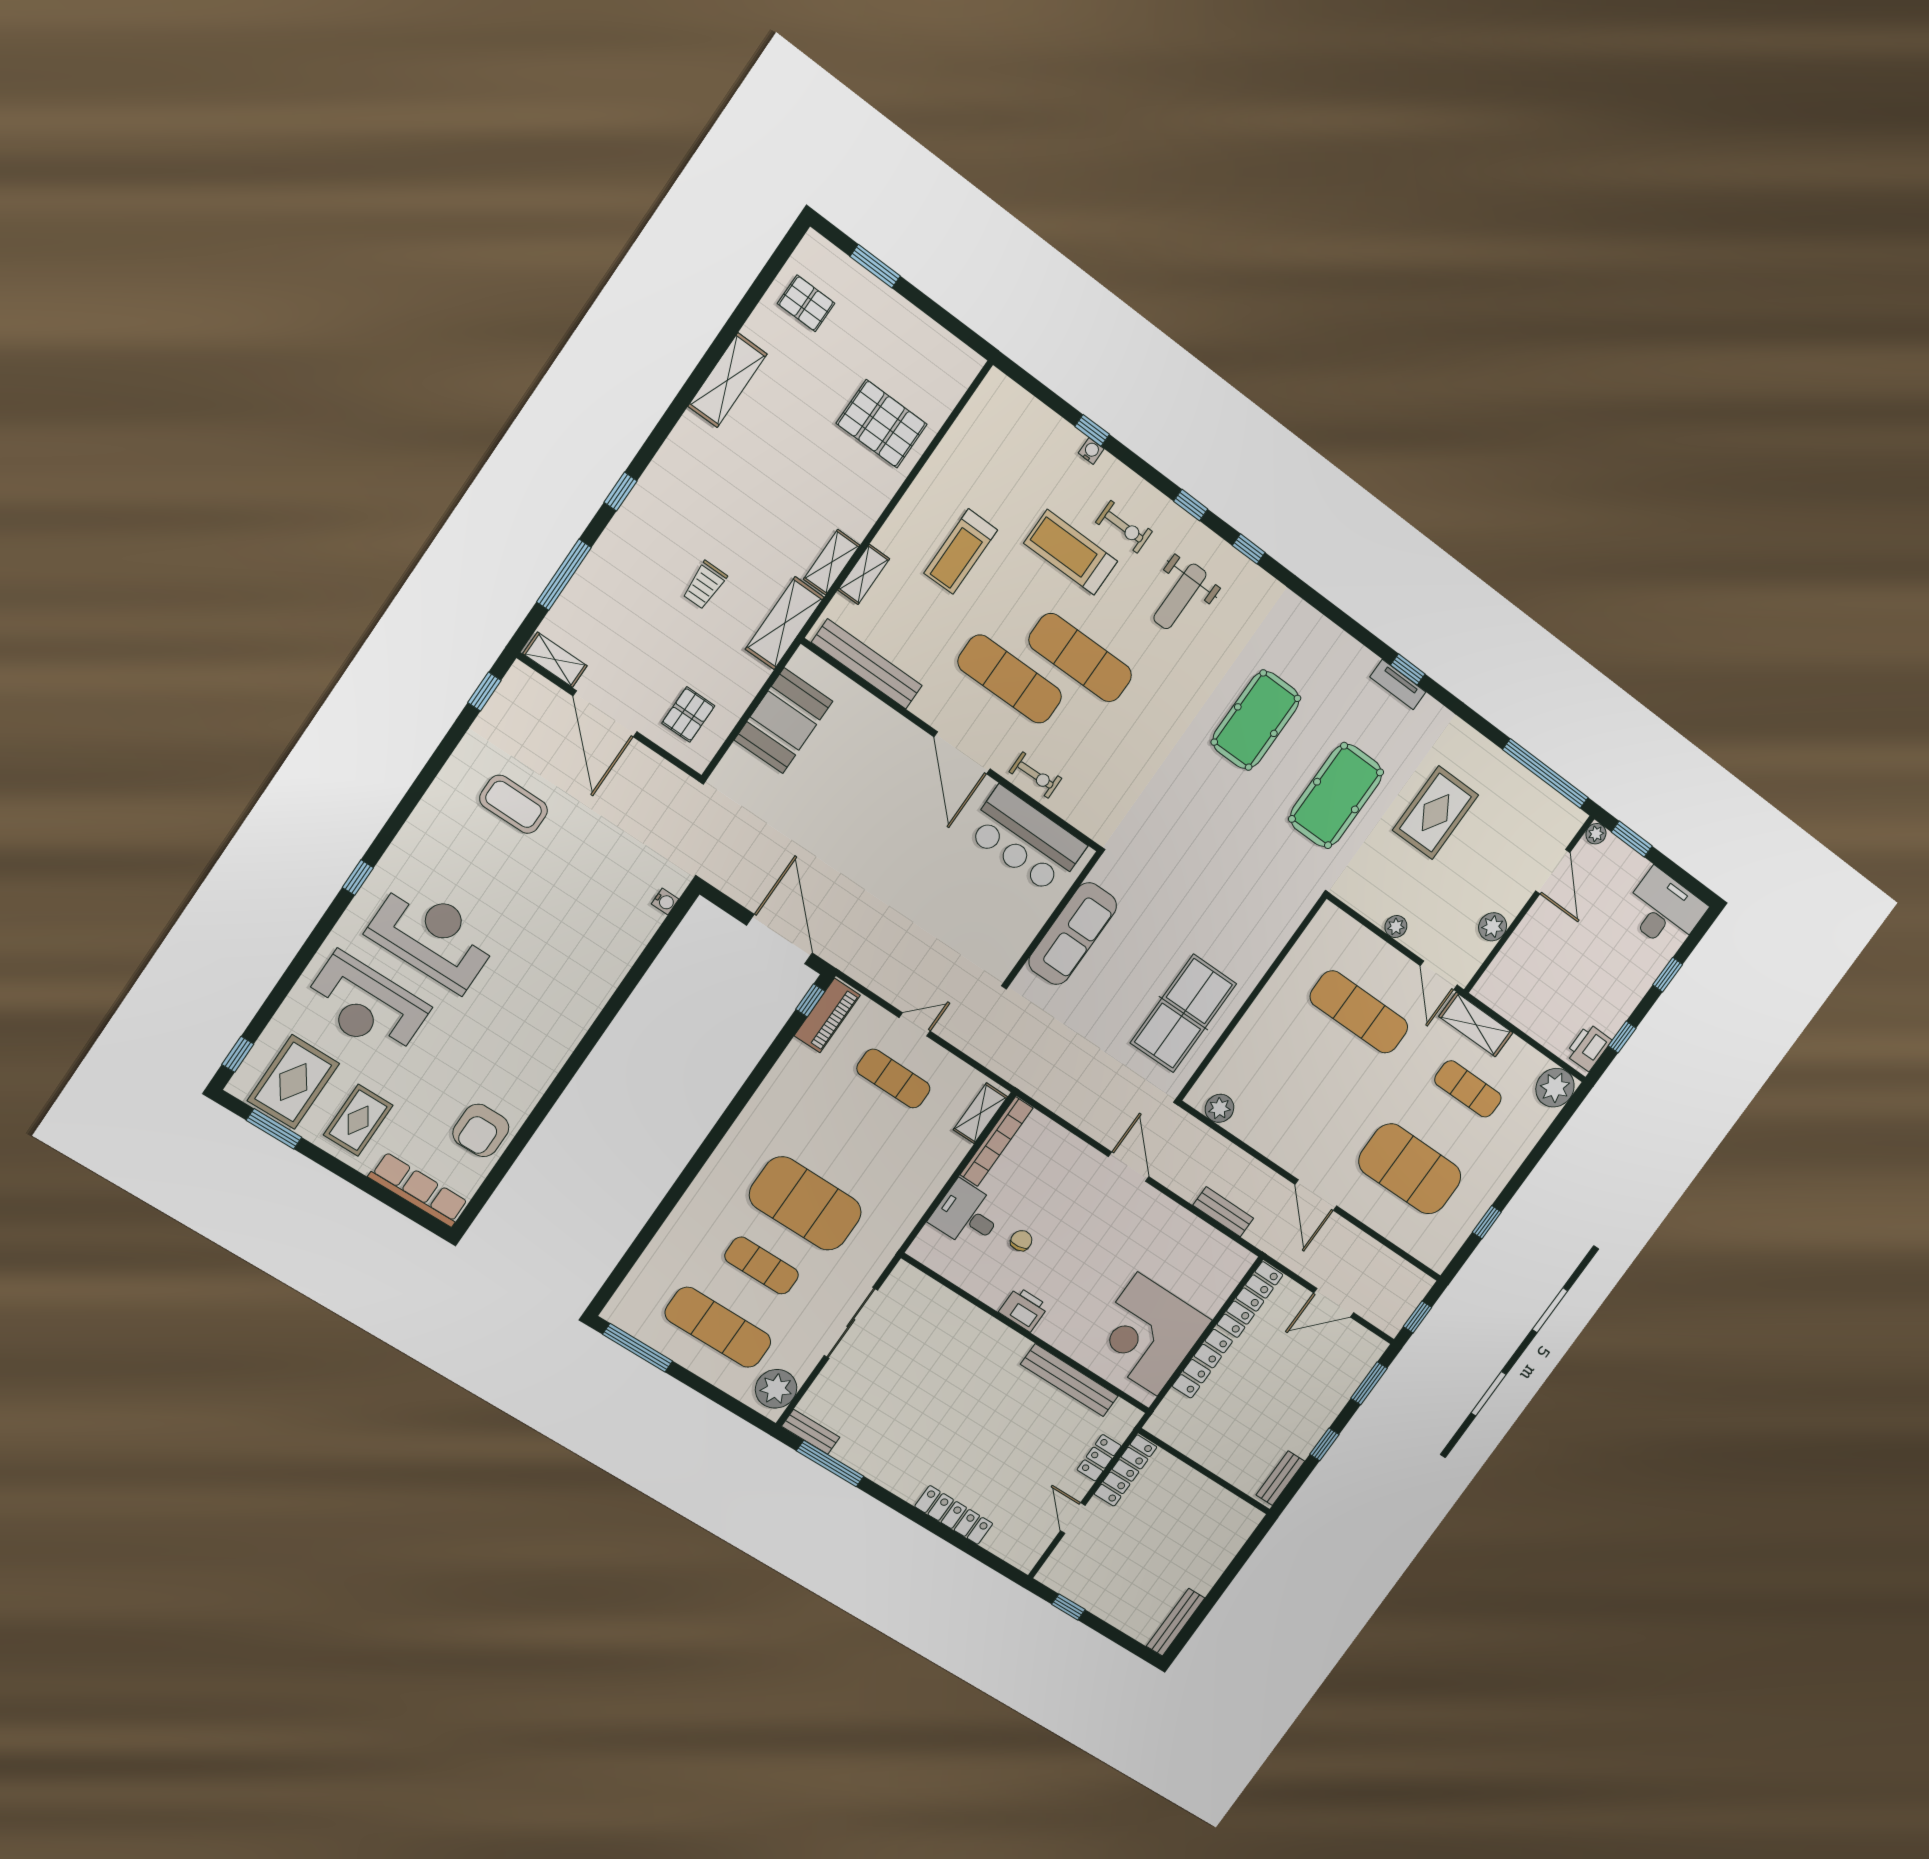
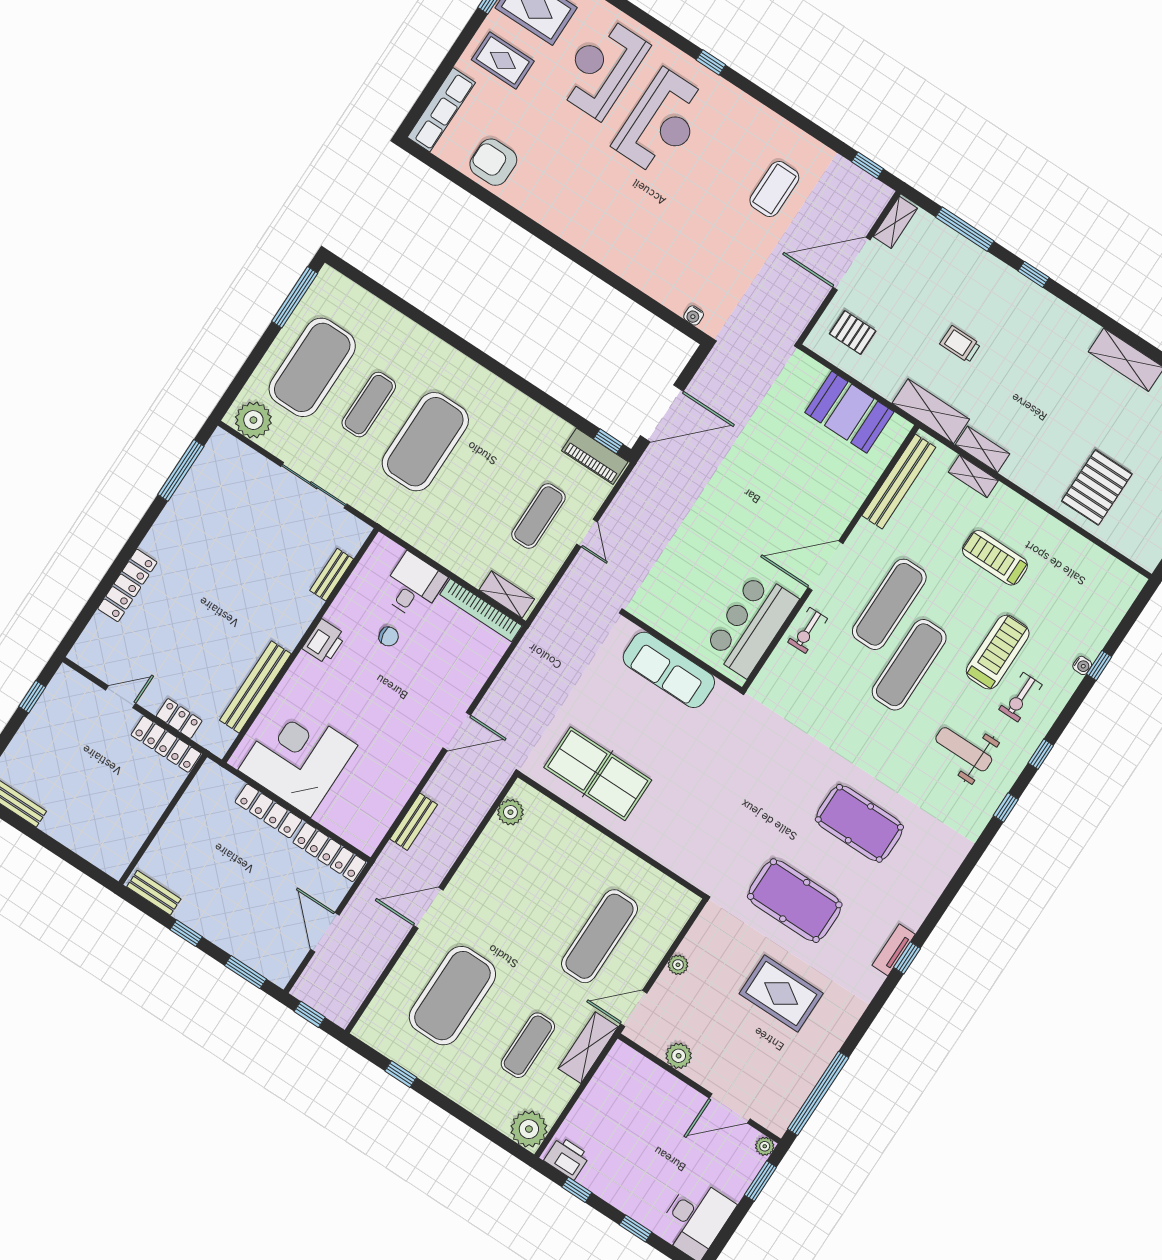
exercise mat: (718, 1327) -> (312, 367), width x1.47
bench: (811, 1432) -> (332, 575), moved

